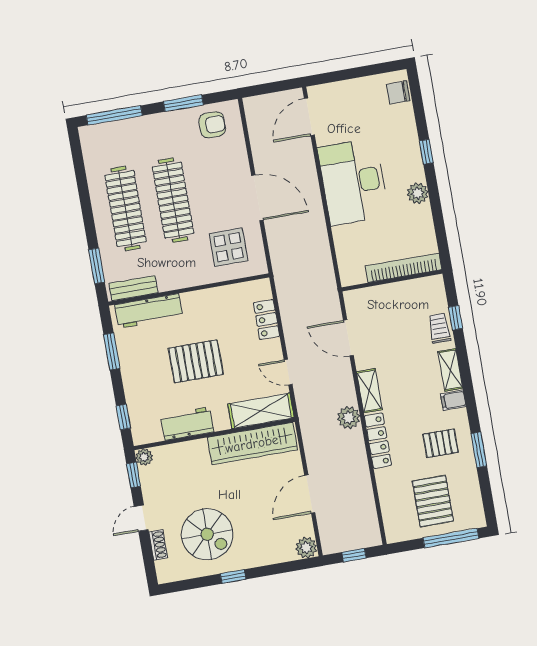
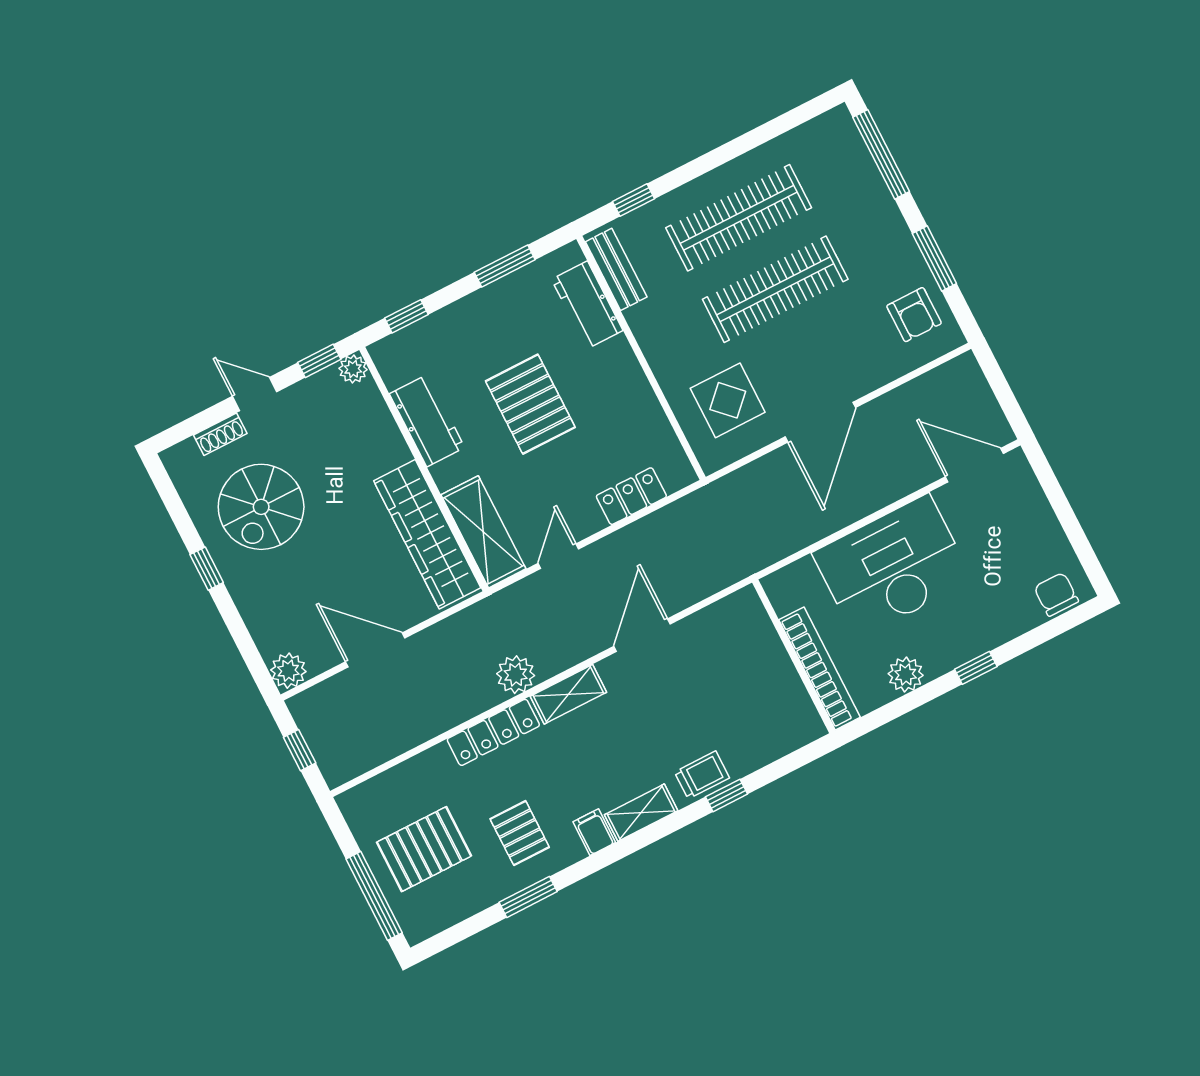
window: (97, 266) -> (633, 200), width x0.67
bookcase: (404, 268) -> (820, 668), moved
wall: (392, 281) -> (794, 656), moved
workbench: (149, 311) -> (587, 305), width x0.73

